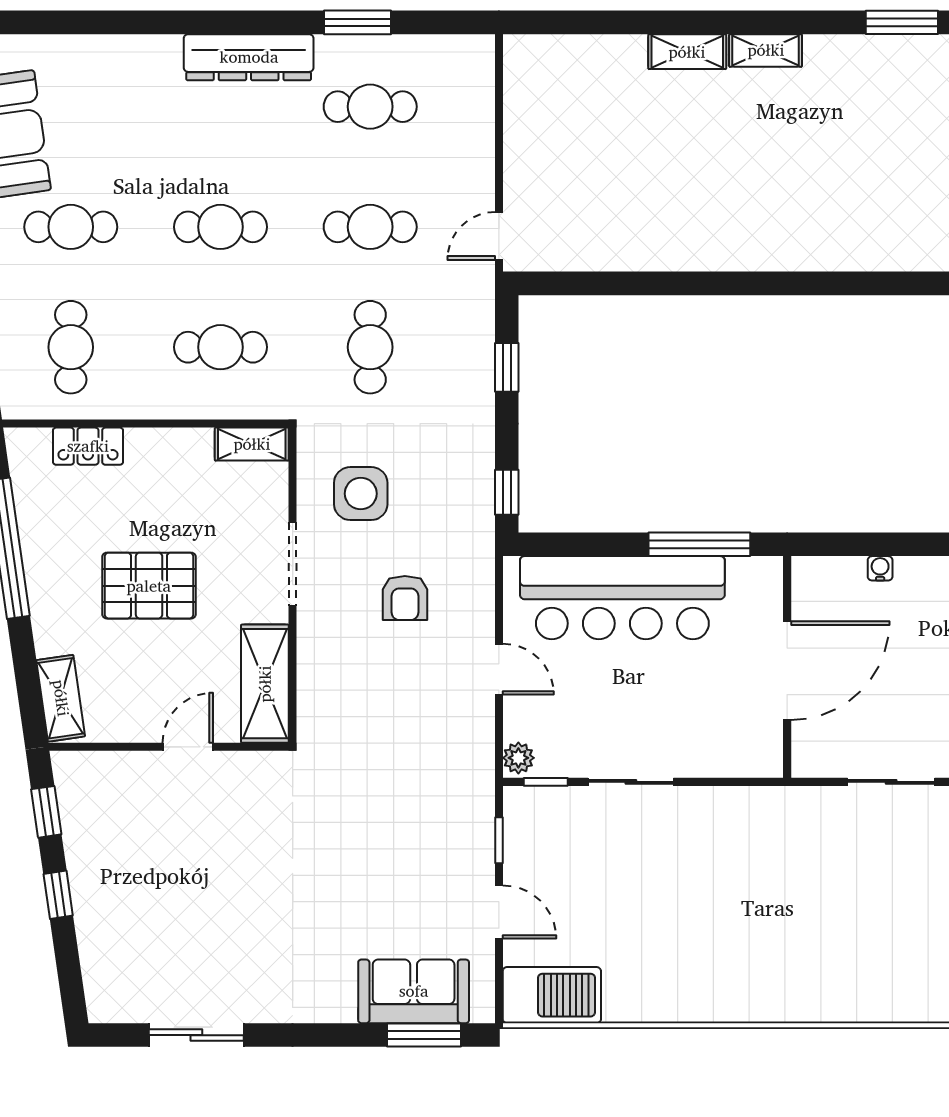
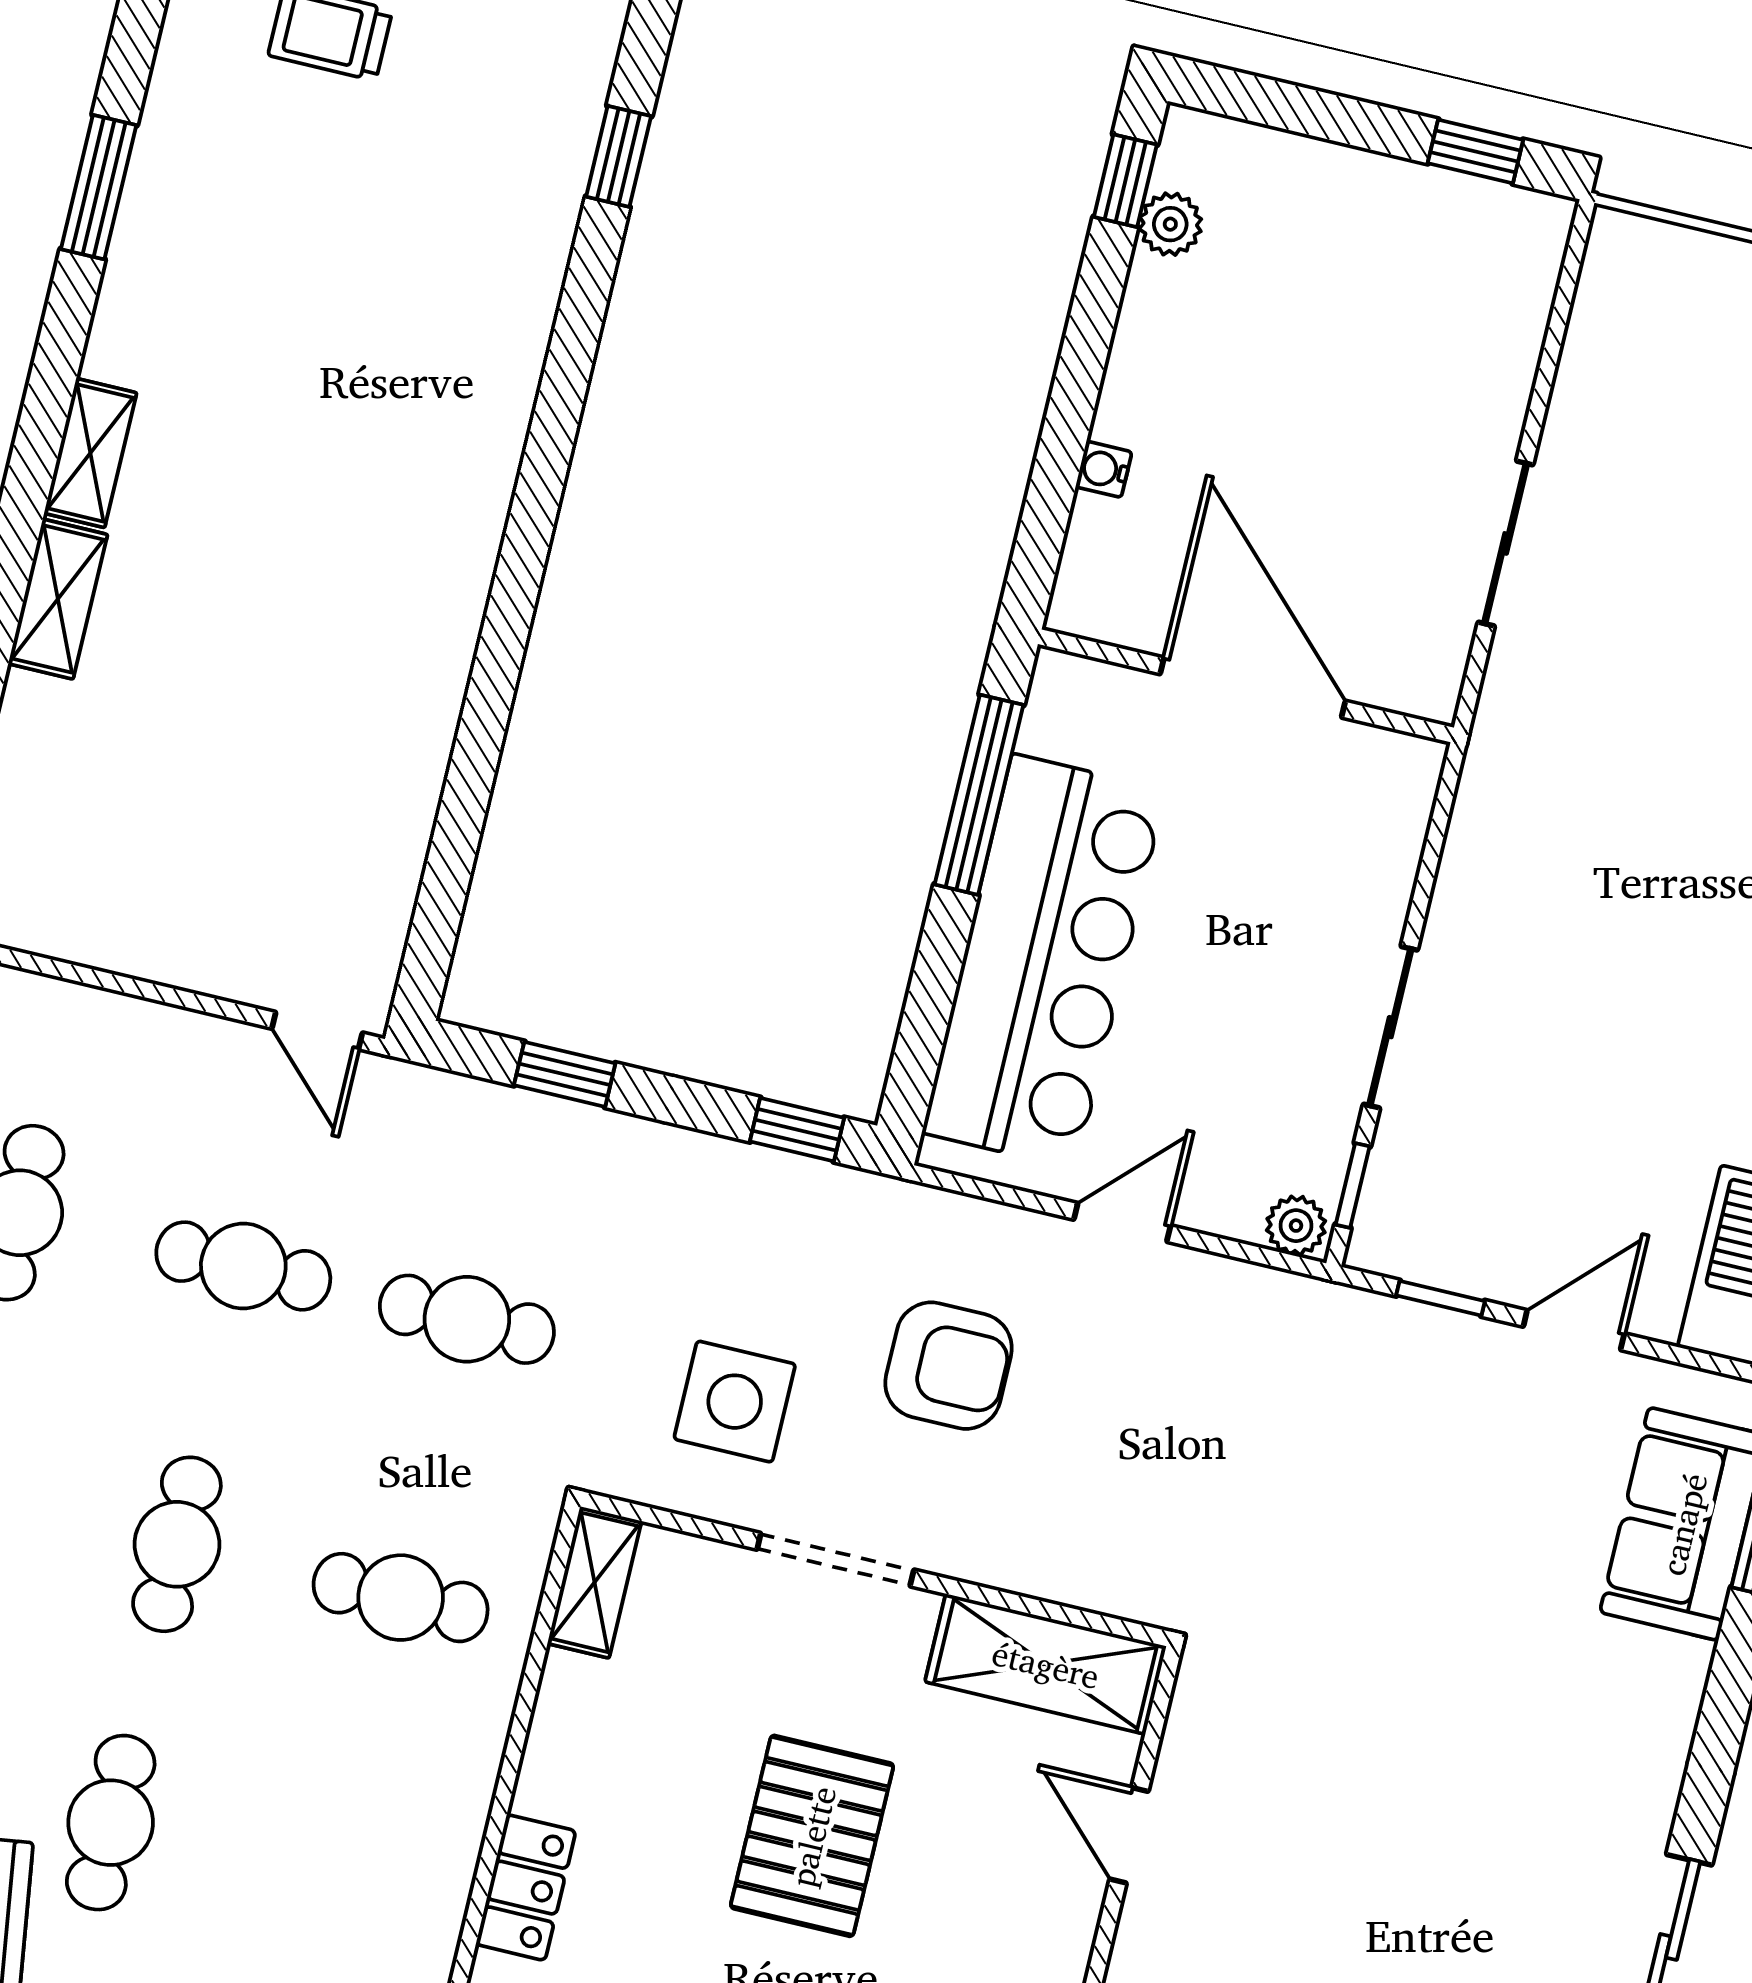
cafe table: (370, 227) -> (243, 1266), turned 90
cafe table: (71, 347) -> (334, 1876), removed
cafe table: (220, 347) -> (401, 1598), turned 90
armchair: (405, 598) -> (949, 1366), width x1.38, depth x1.38

